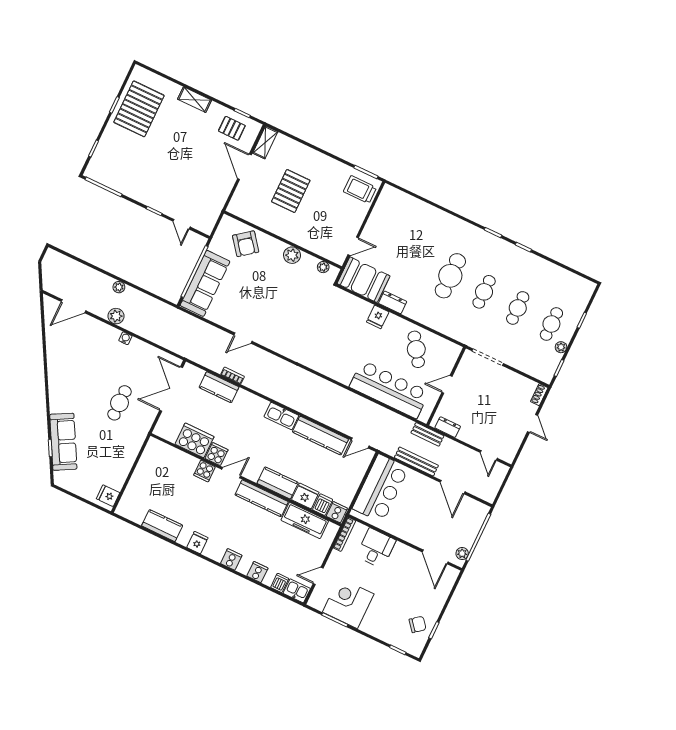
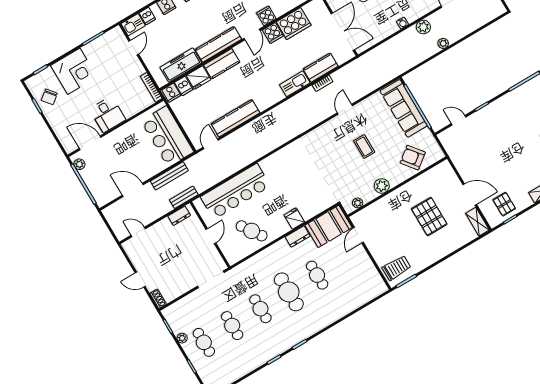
pallet: (232, 128) -> (504, 204), turned 90
cafe table: (417, 260) -> (317, 275), added
coffee table: (266, 296) -> (364, 147), added
kitchen sink: (281, 416) -> (295, 84), moved
desk: (376, 548) -> (108, 114), moved
corner desk: (348, 603) -> (74, 71), moved

